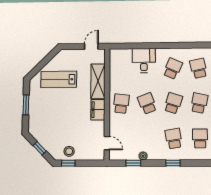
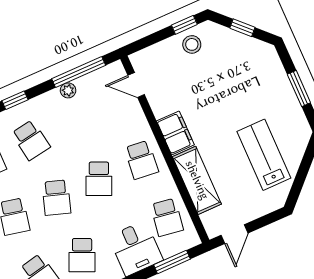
window: (129, 46) -> (172, 262), added
school desk: (121, 69) -> (167, 217), added
lab bench: (59, 79) -> (264, 155), turned -90
school desk: (147, 103) -> (99, 179), turned 45
window: (133, 163) -> (79, 72), width x2.17

